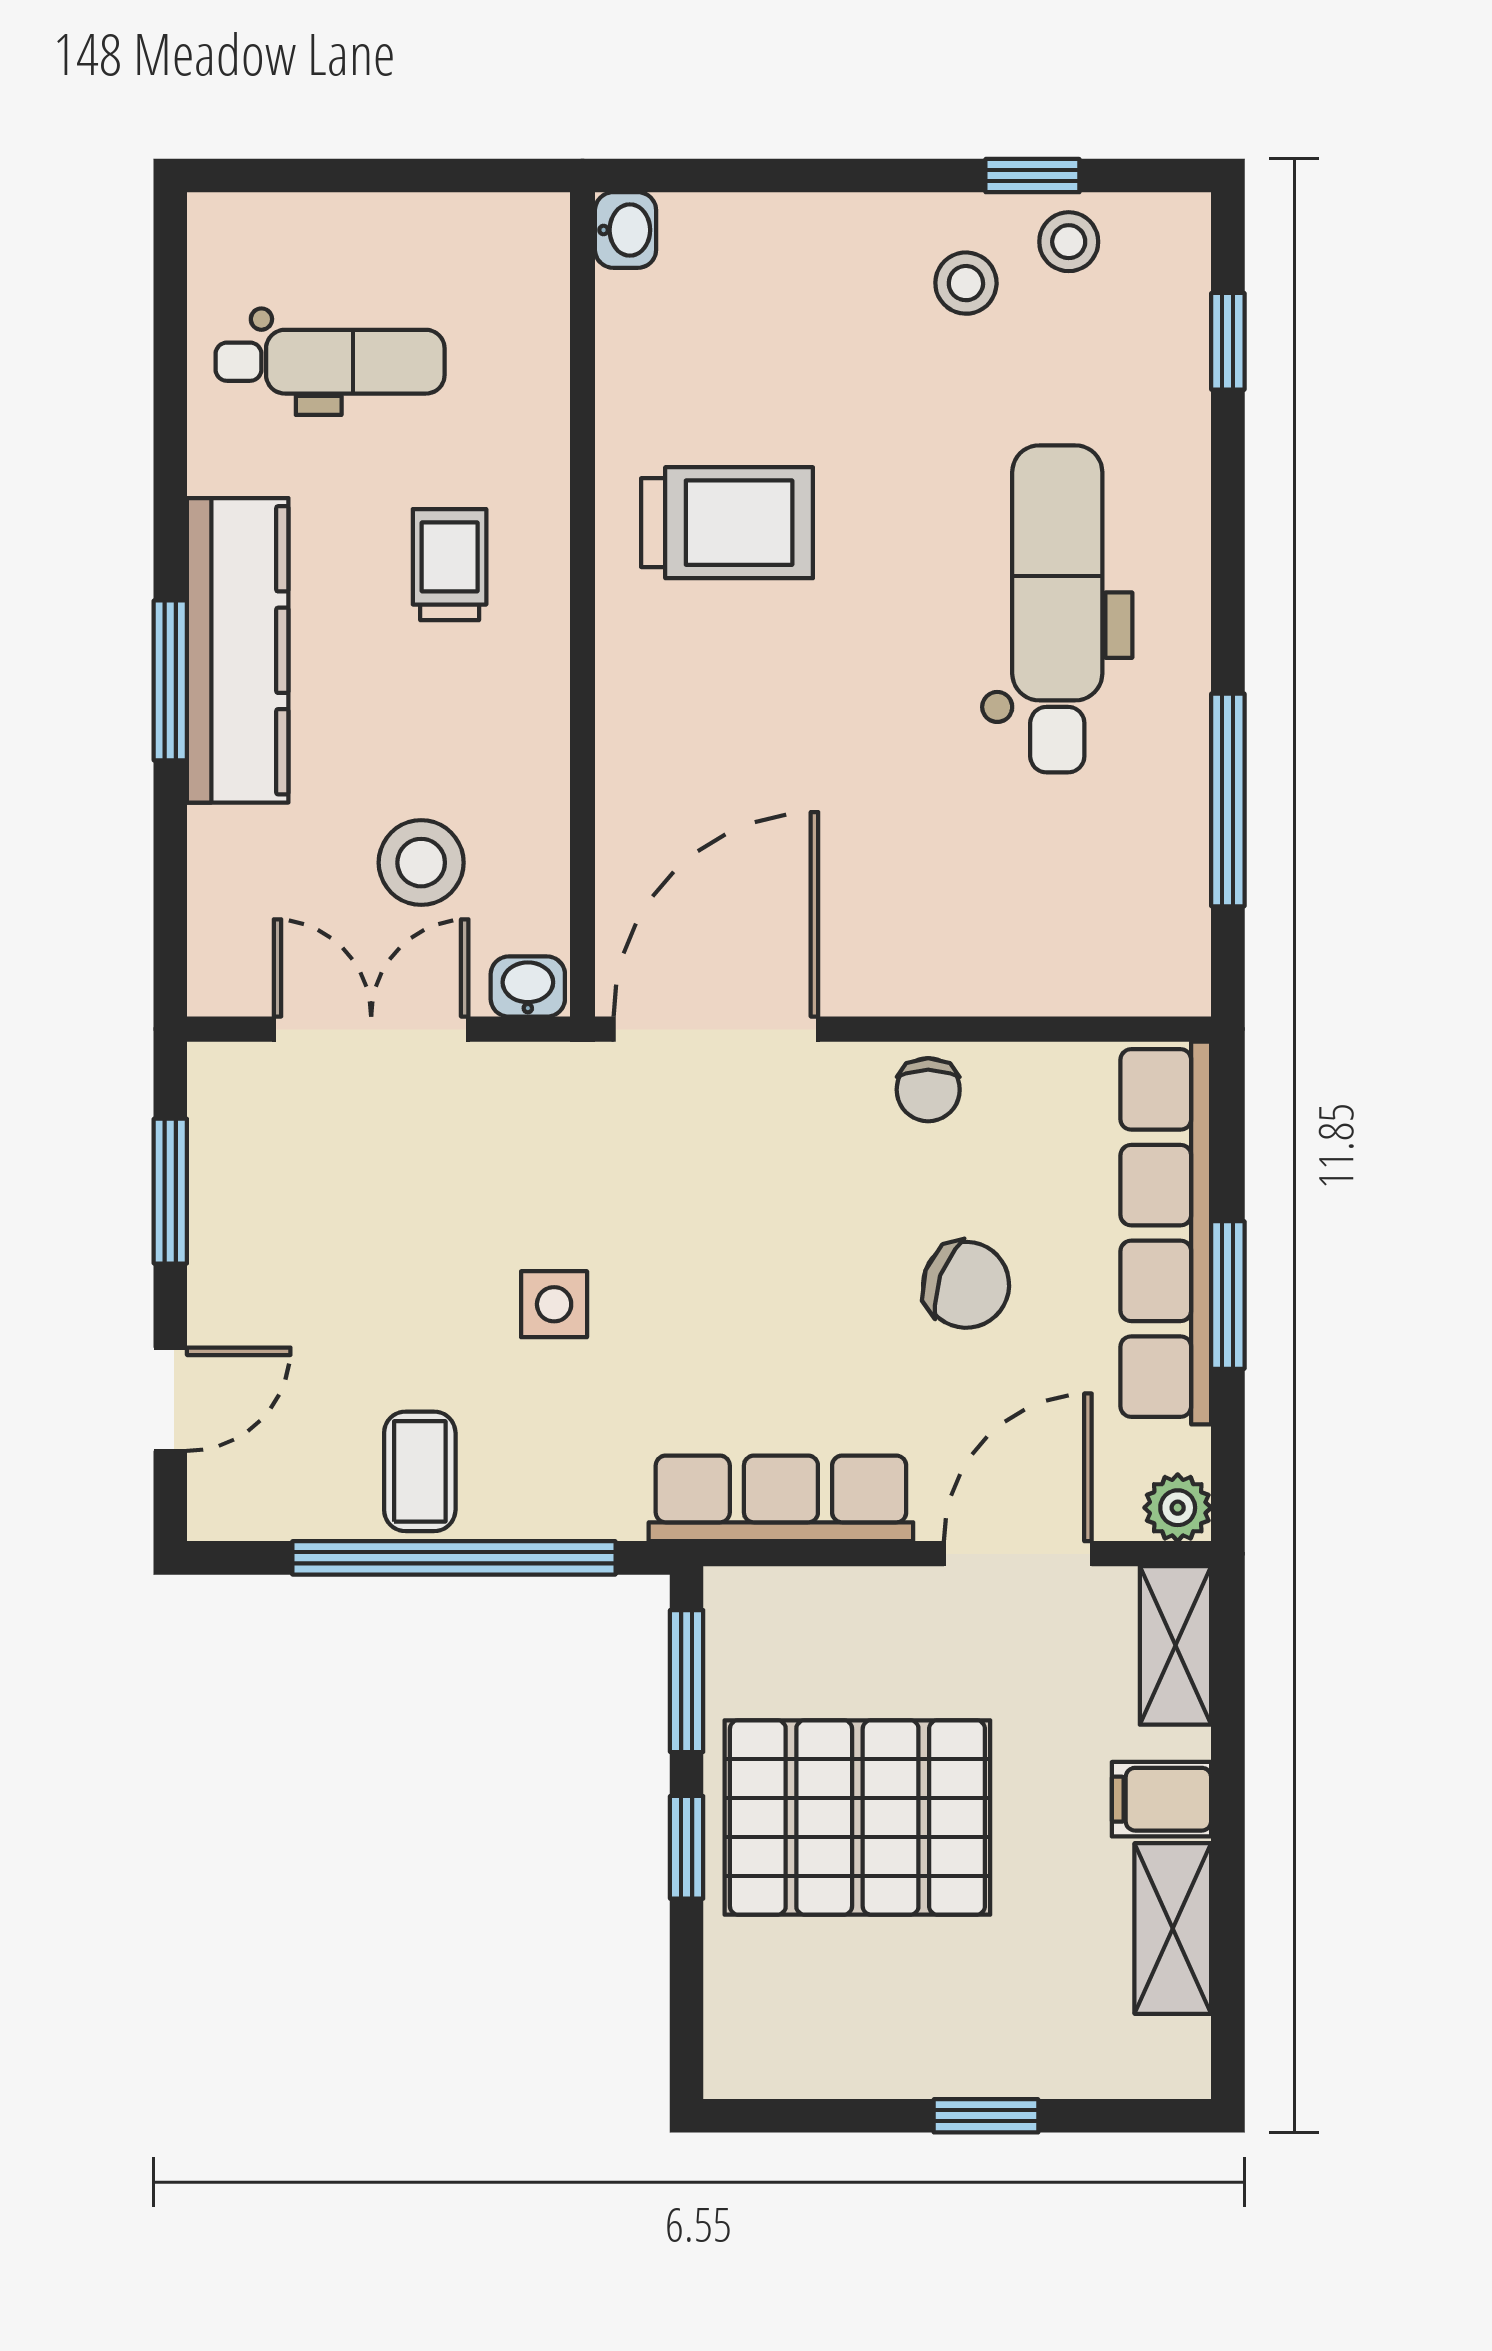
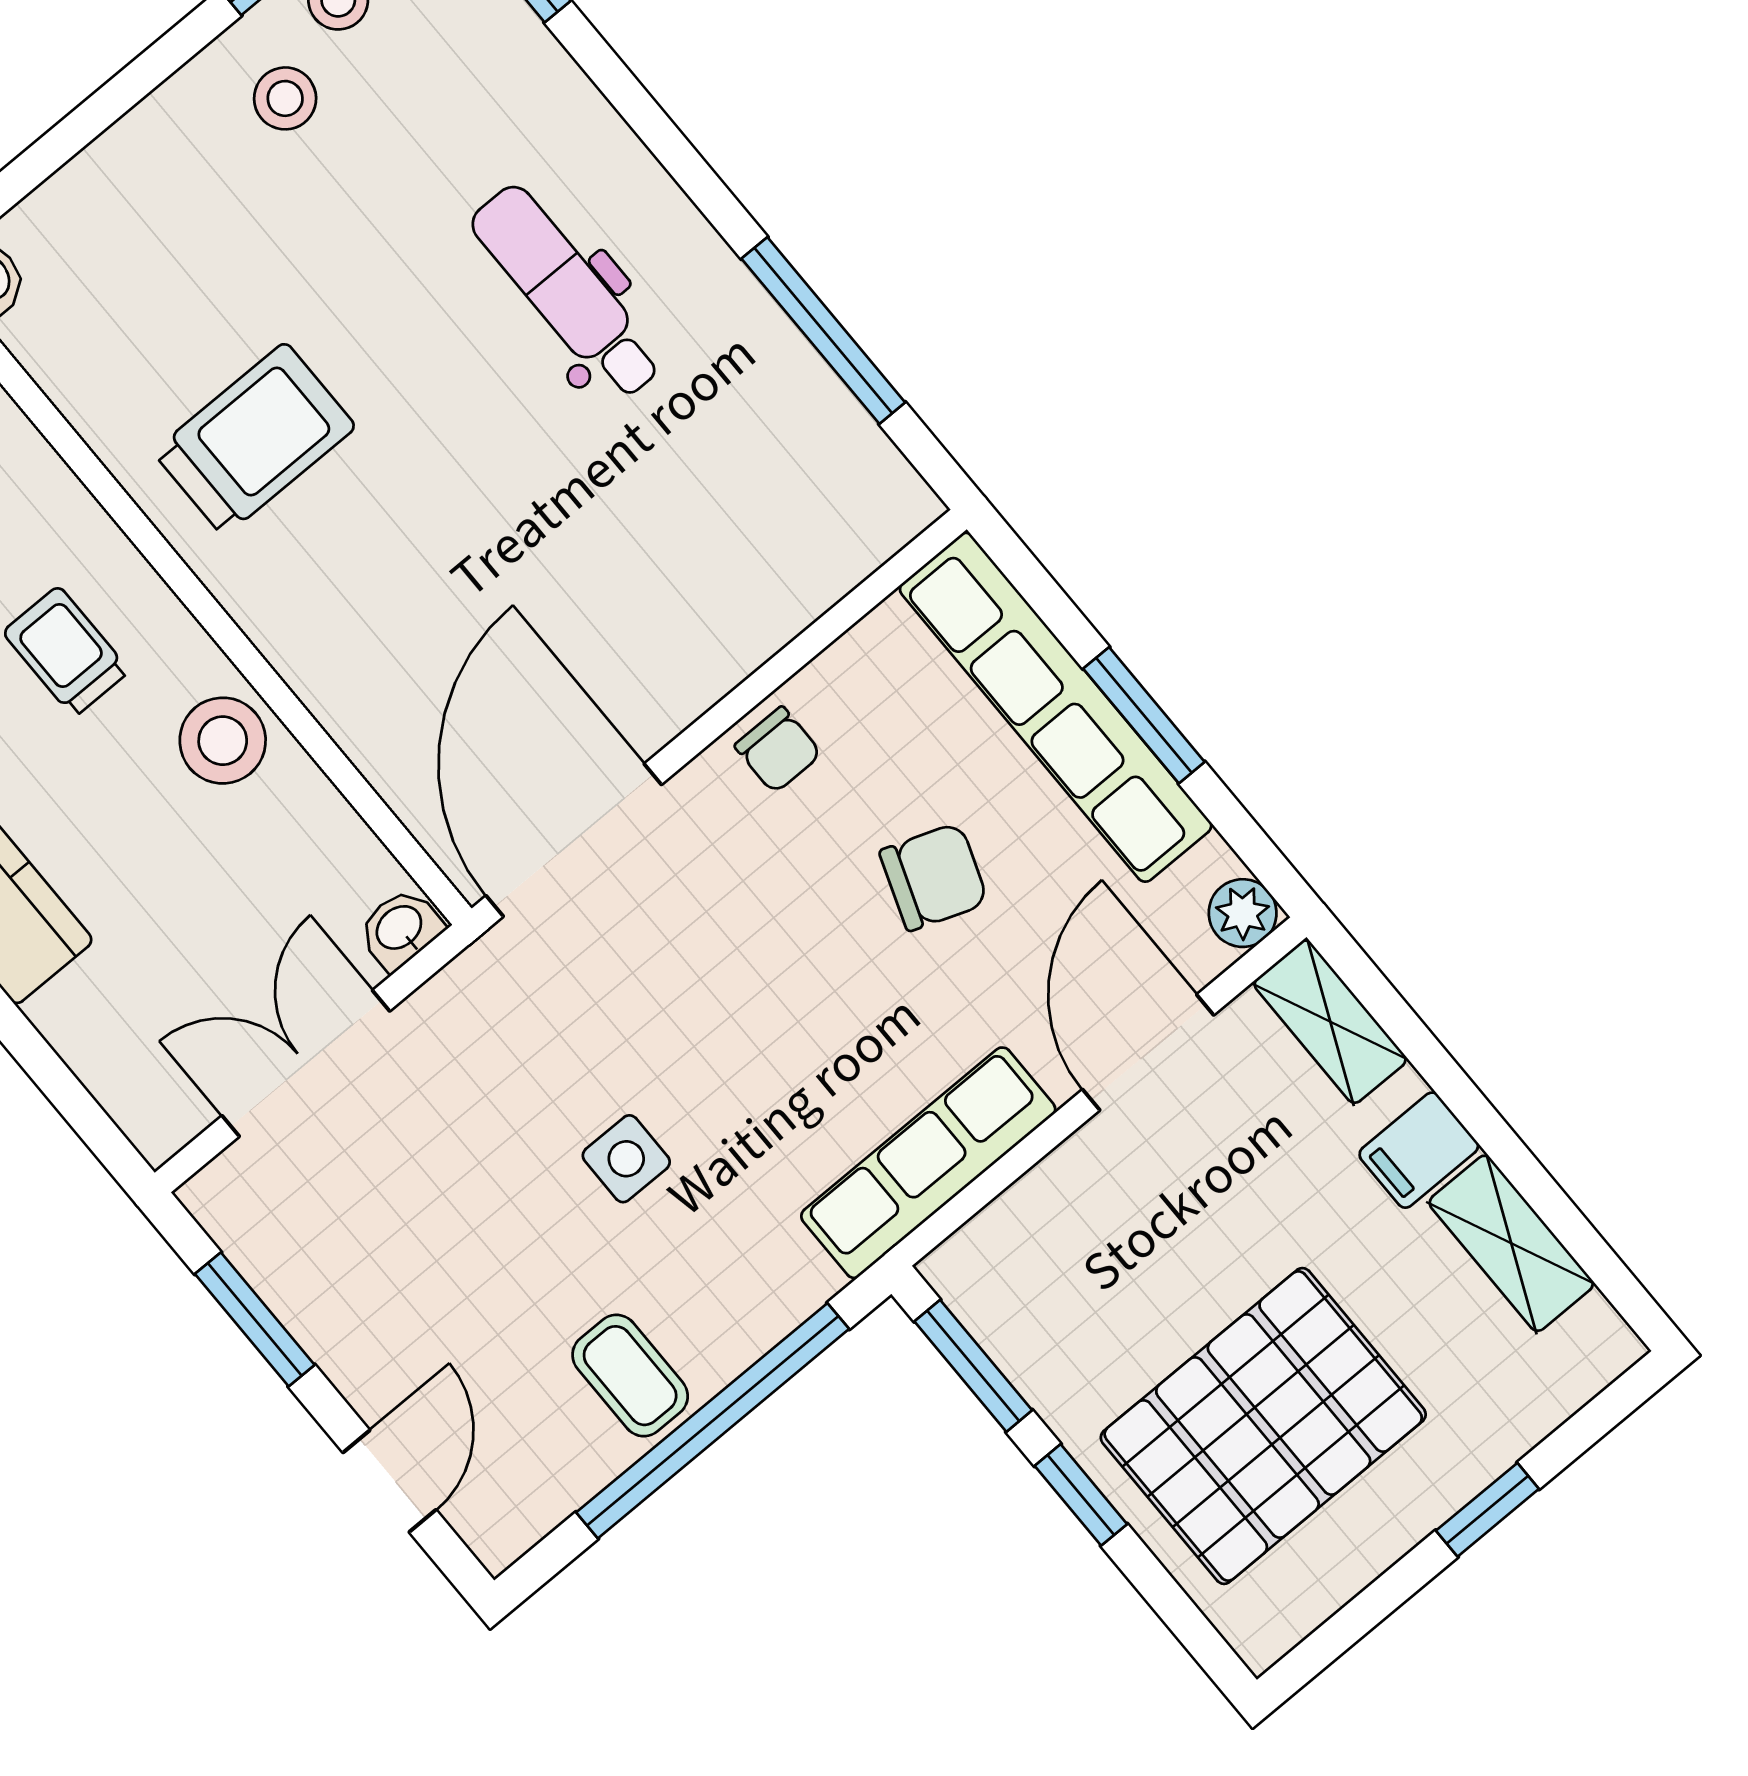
dental chair: (1057, 609) -> (567, 292), width x0.73, depth x0.72
stool: (421, 863) -> (223, 741), moved
pallet: (857, 1817) -> (1263, 1426), moved

